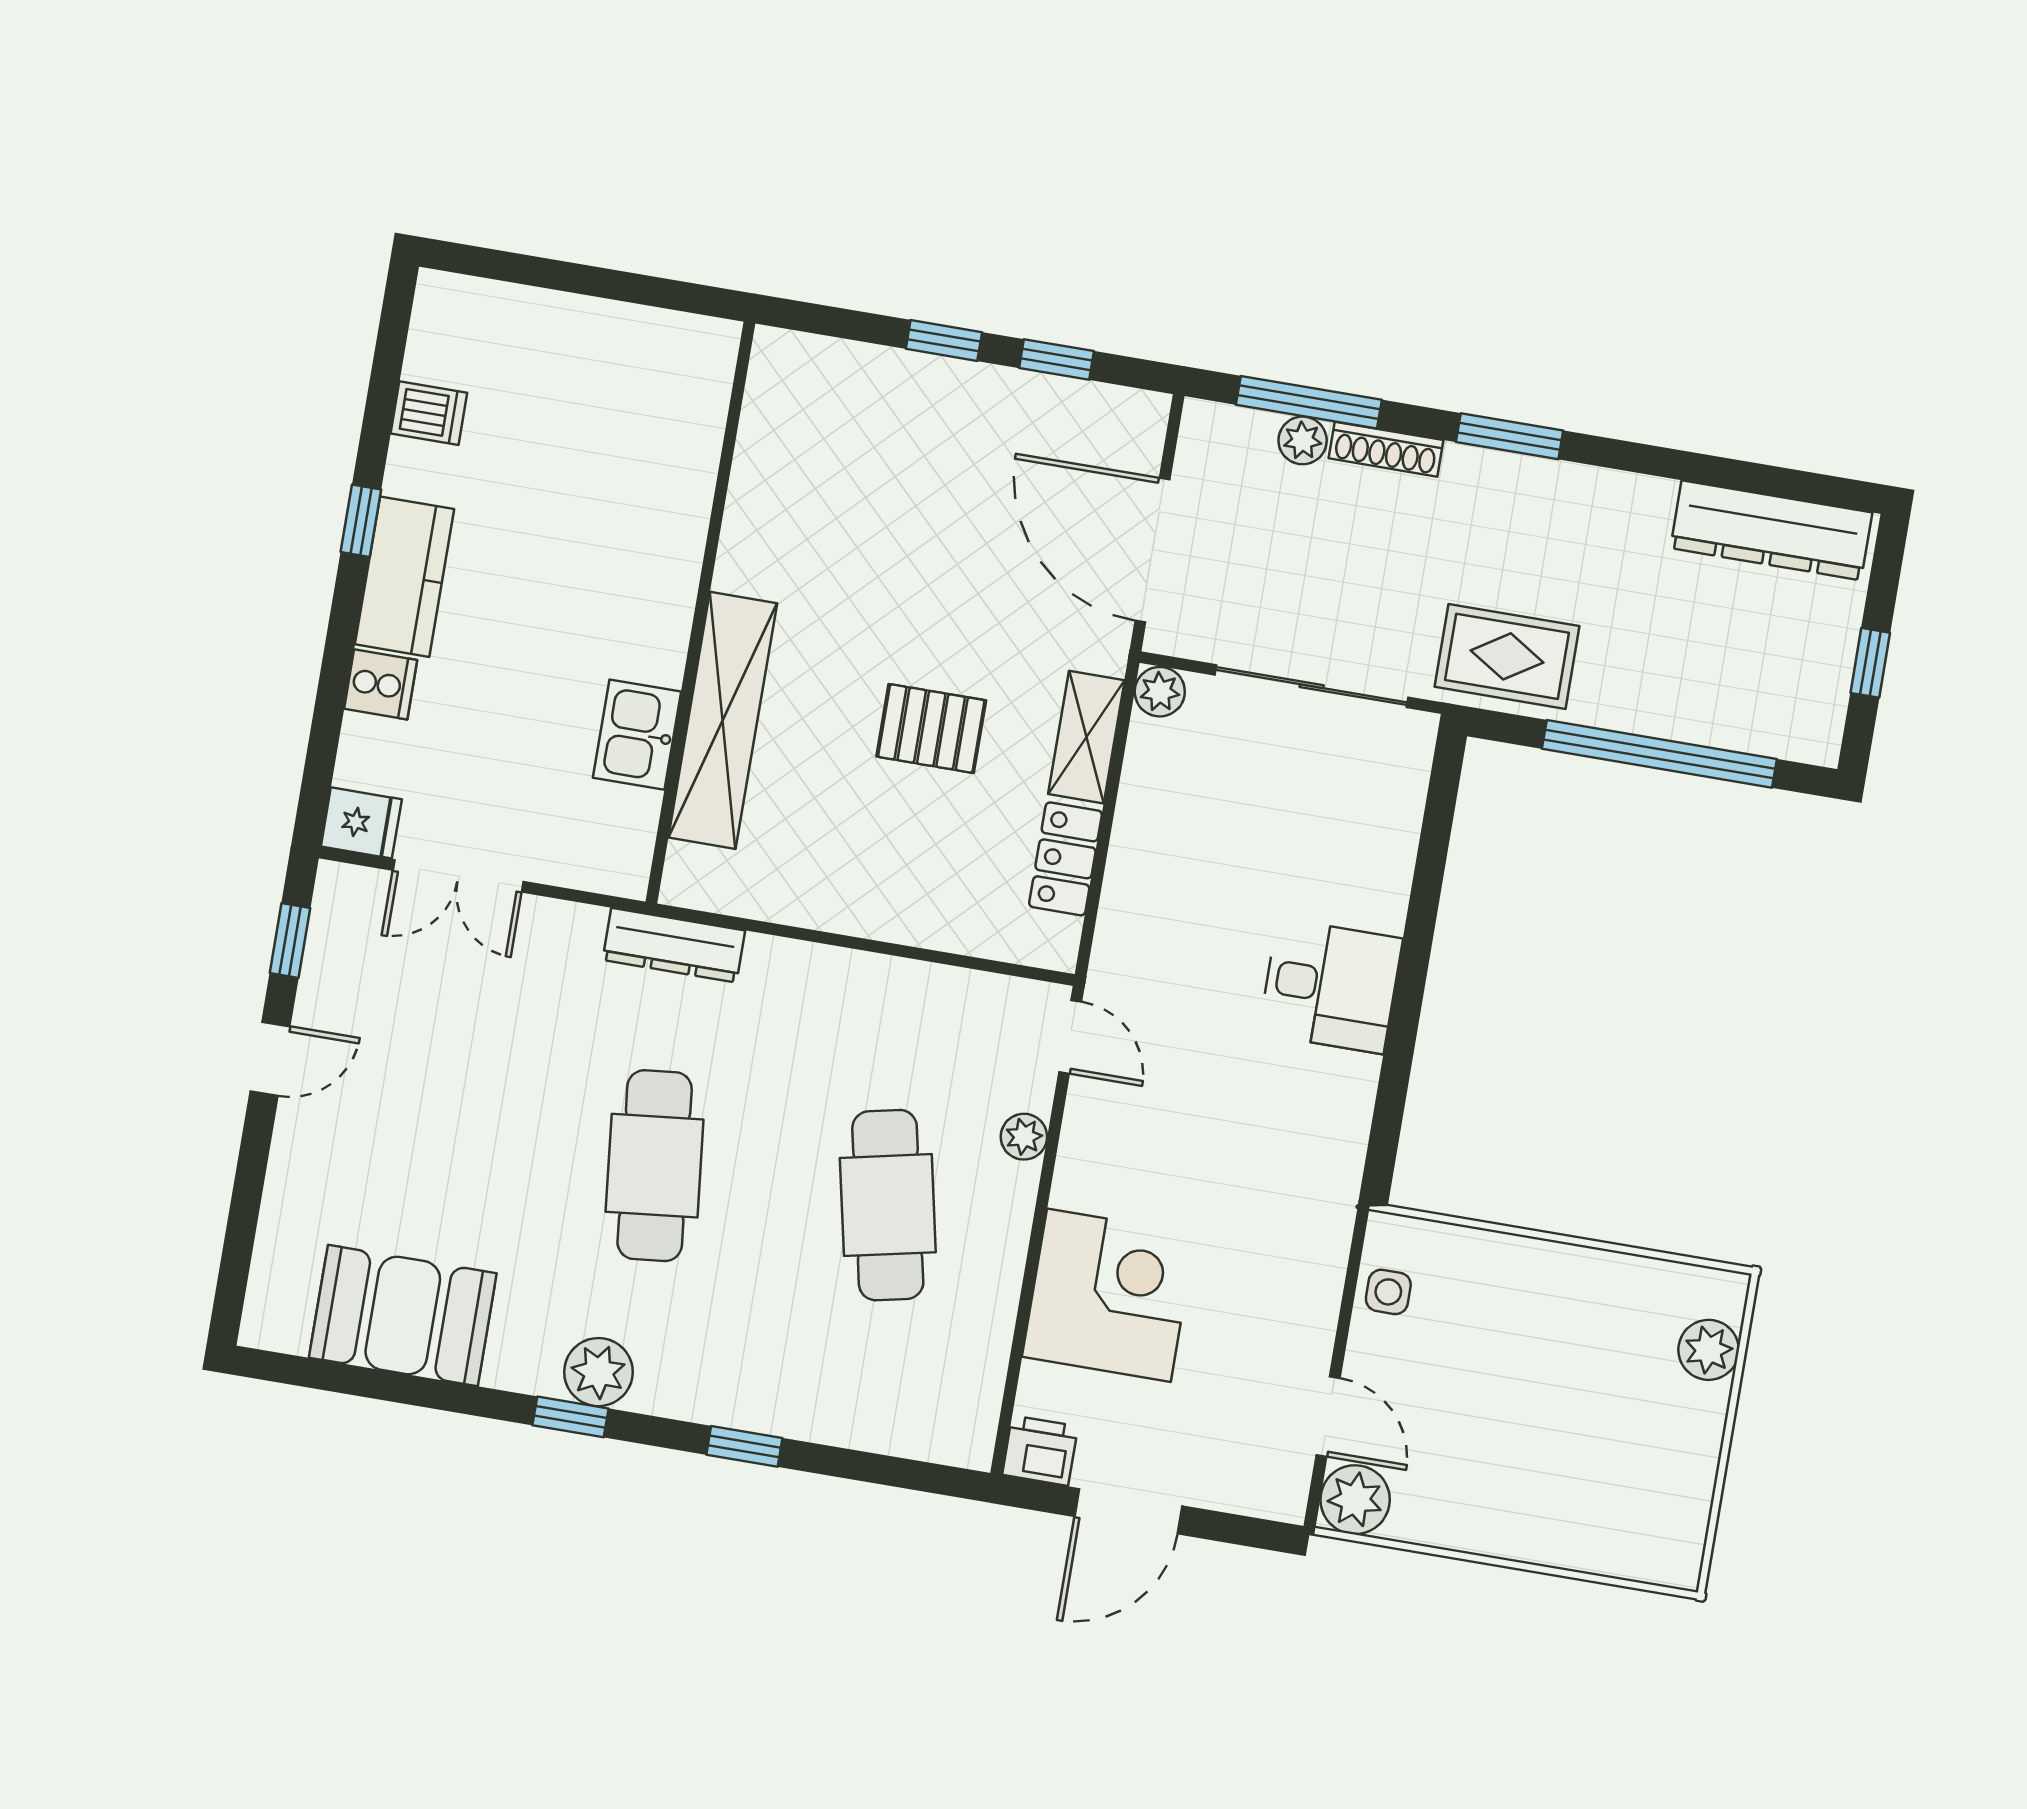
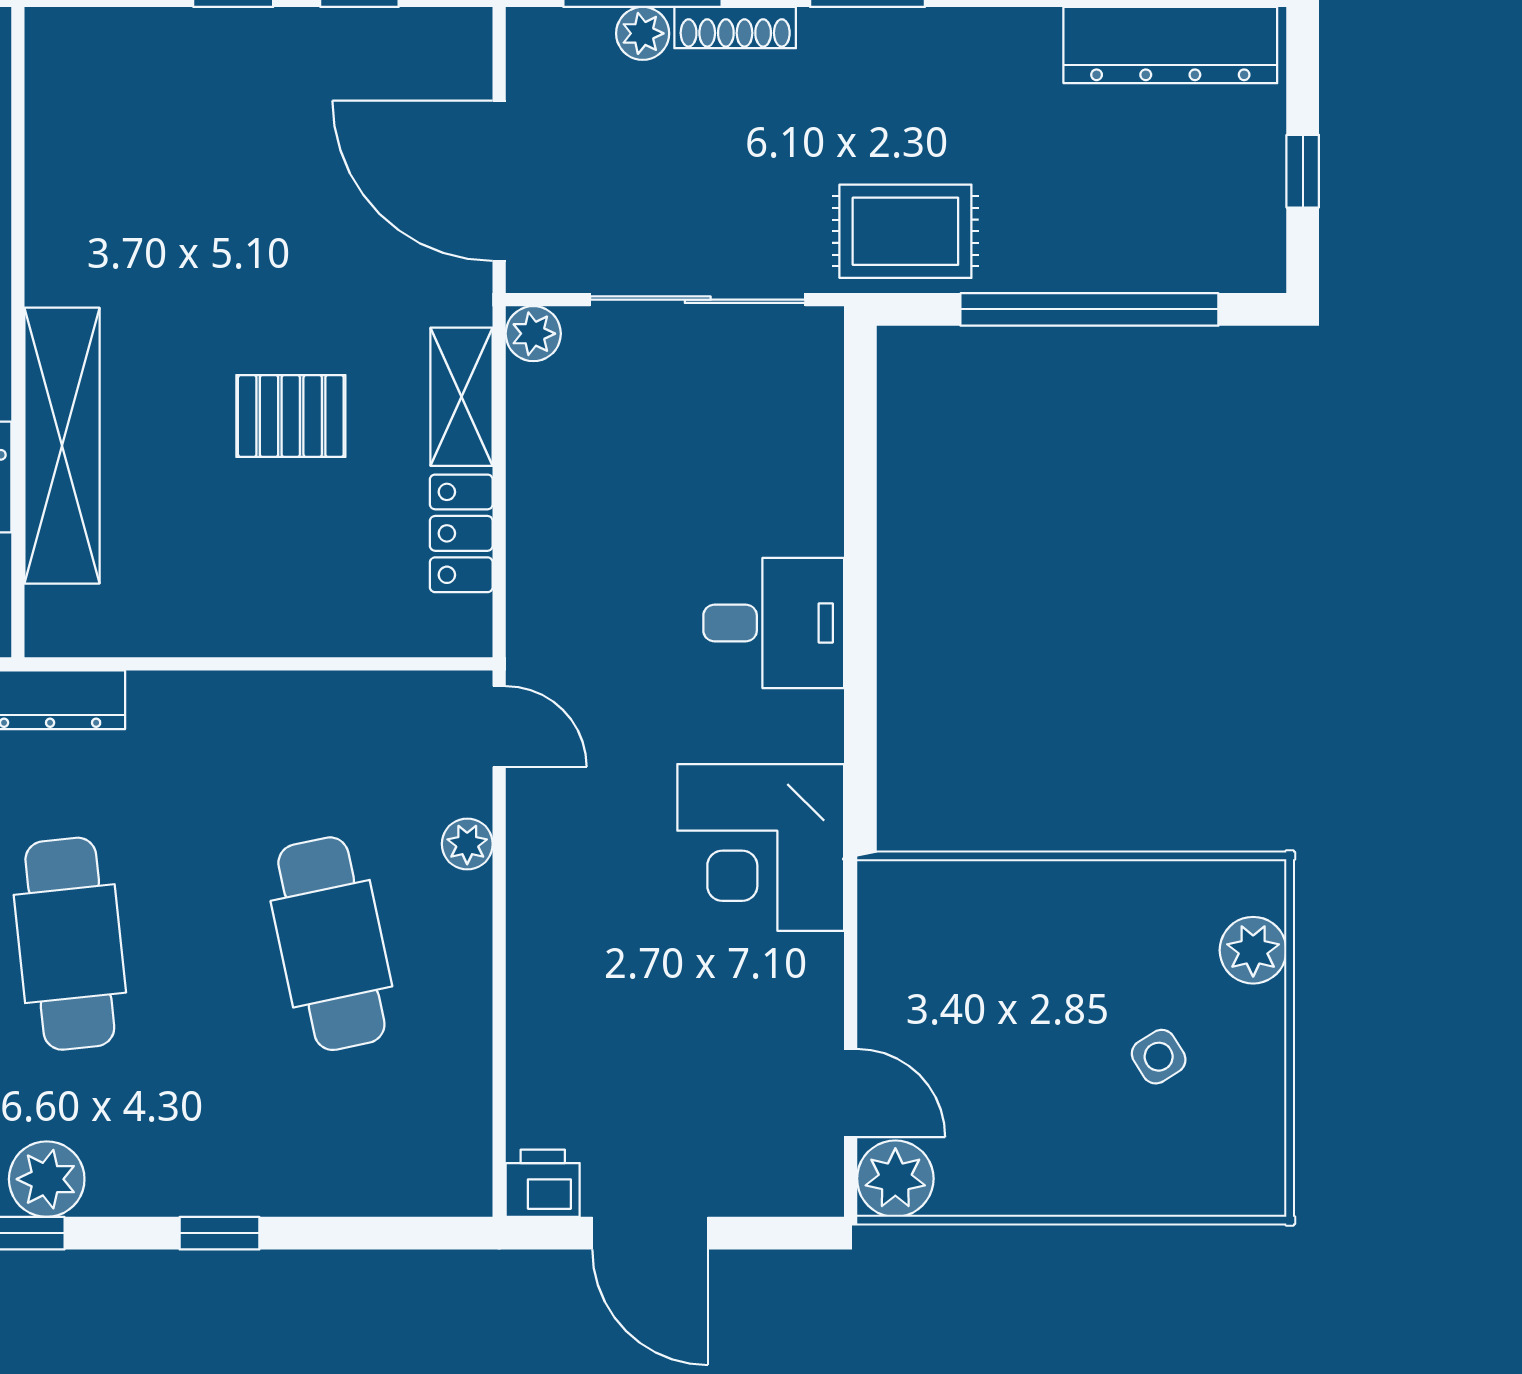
side table: (1388, 1292) -> (1159, 1057), moved, turned -32
corner desk: (1109, 1295) -> (761, 847), moved, turned 180
door: (1128, 1511) -> (650, 1233), hinge flipped

